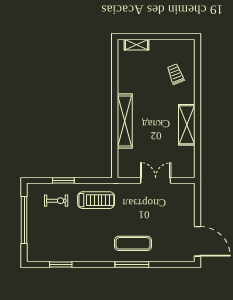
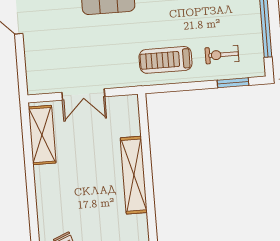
shelving: (187, 125) -> (42, 135), moved
window: (63, 180) -> (233, 83), moved

